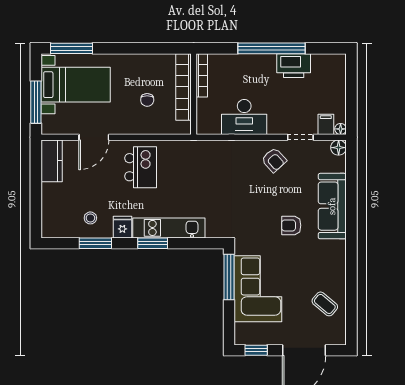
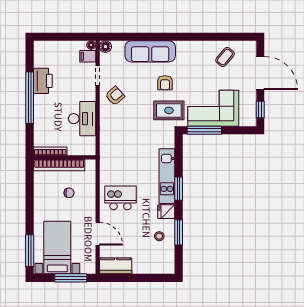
rug: (255, 231) -> (169, 110), added

